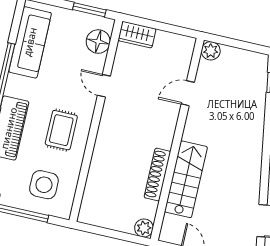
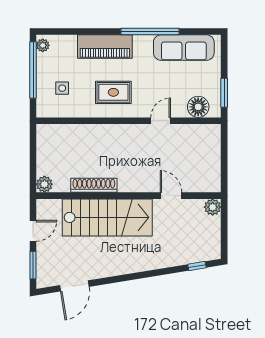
wardrobe: (137, 35) -> (212, 139), removed
stairs: (186, 179) -> (107, 217), width x1.36, depth x1.51
side table: (44, 185) -> (62, 88), width x0.54, depth x0.54

